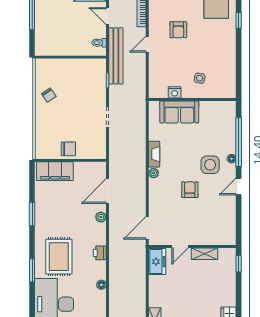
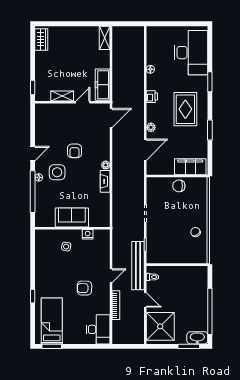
armchair: (178, 30) -> (84, 288), turned -89
sofa: (179, 112) -> (72, 218), moved
rug: (59, 257) -> (185, 109), moved
freezer: (157, 262) -> (103, 85), width x1.40

